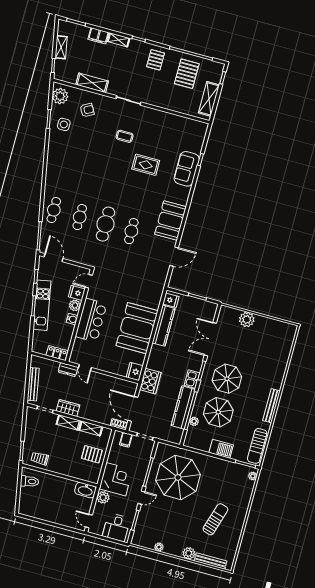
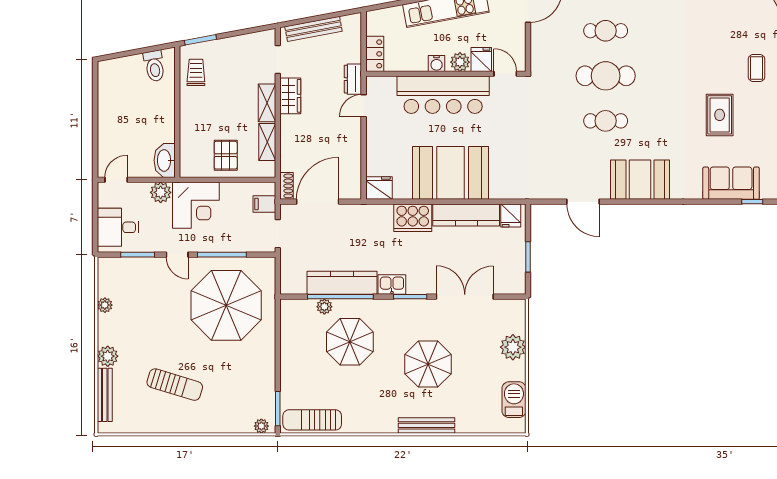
bar counter: (91, 320) -> (443, 95), width x1.36
parasol: (227, 379) -> (428, 364), moved
cooker: (150, 381) -> (413, 218), moved
bench: (271, 406) -> (426, 425), moved
barbecue: (221, 449) -> (514, 400), moved, turned 180

